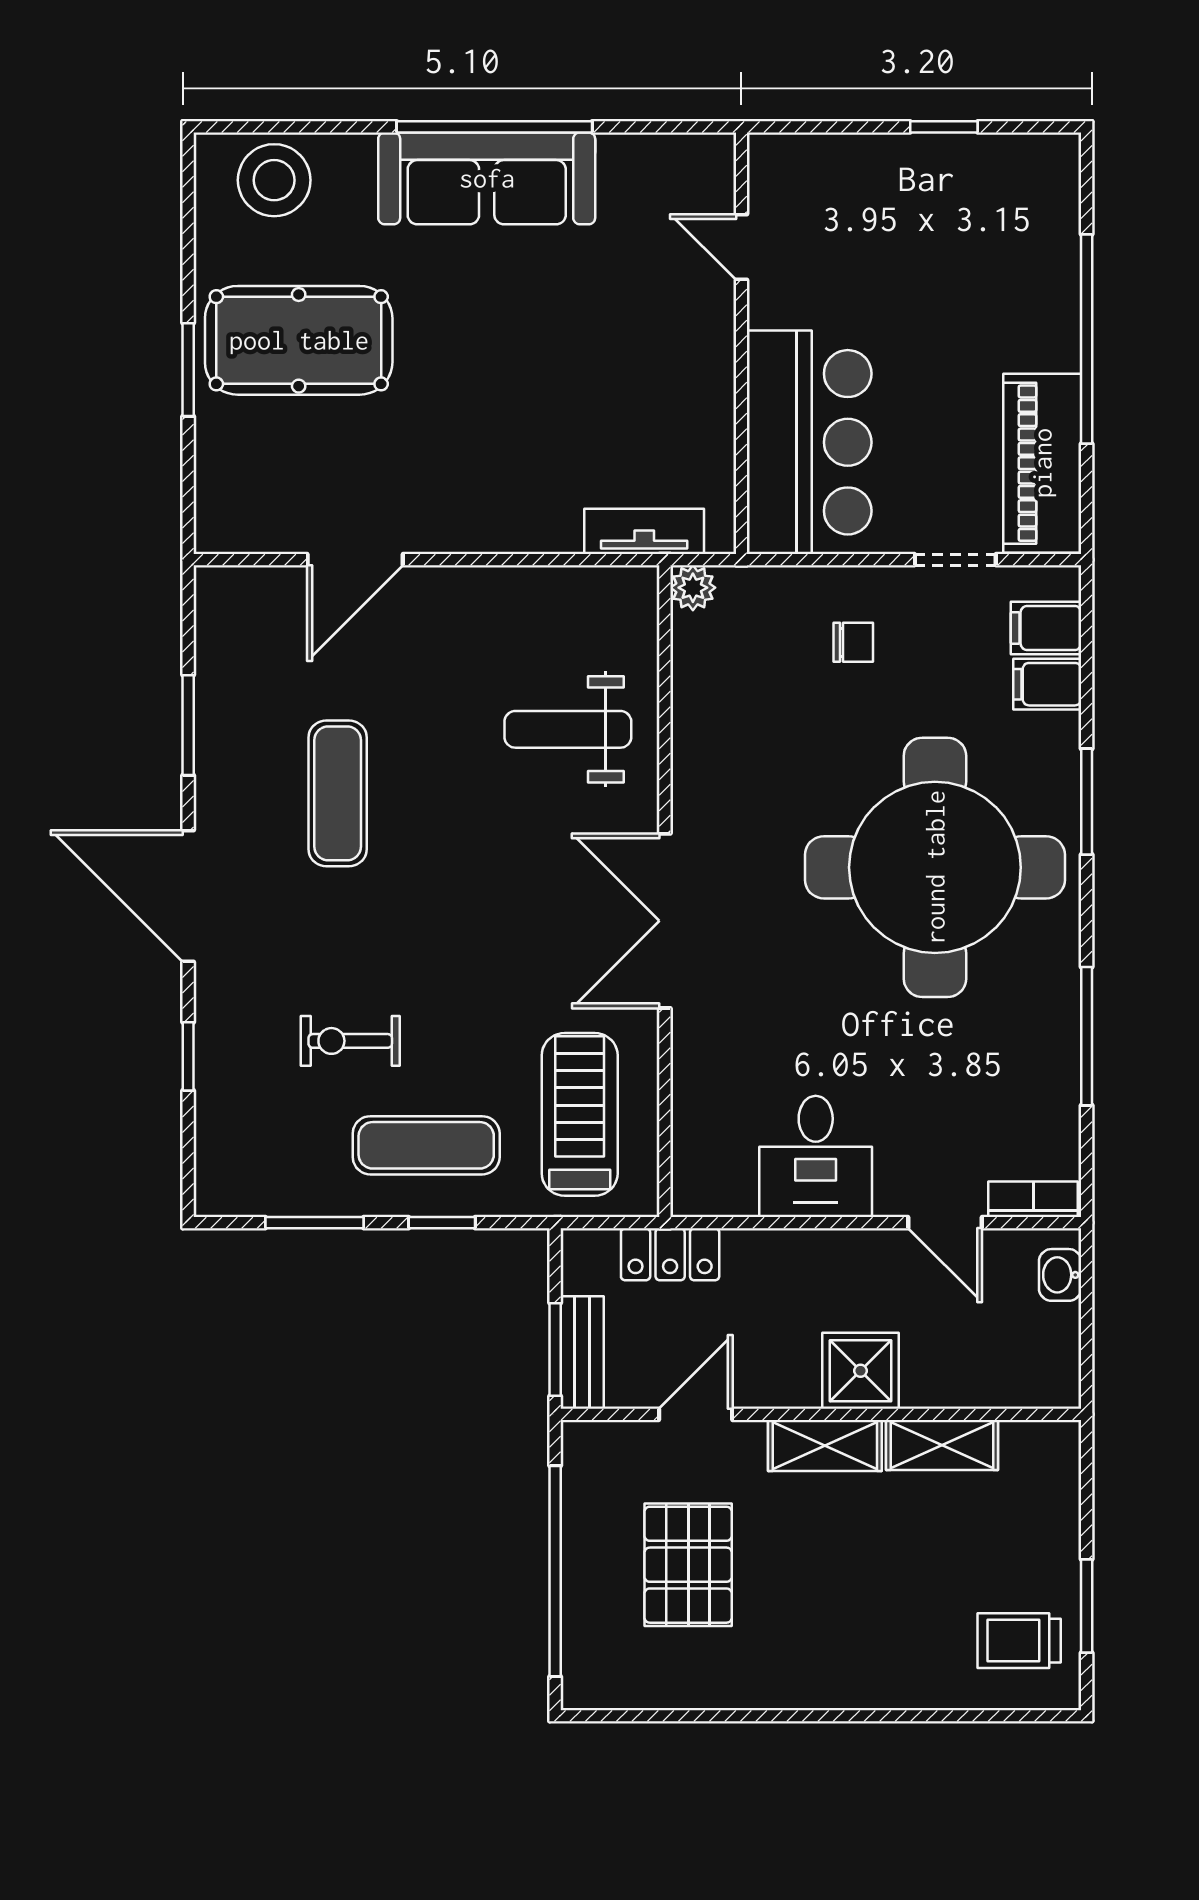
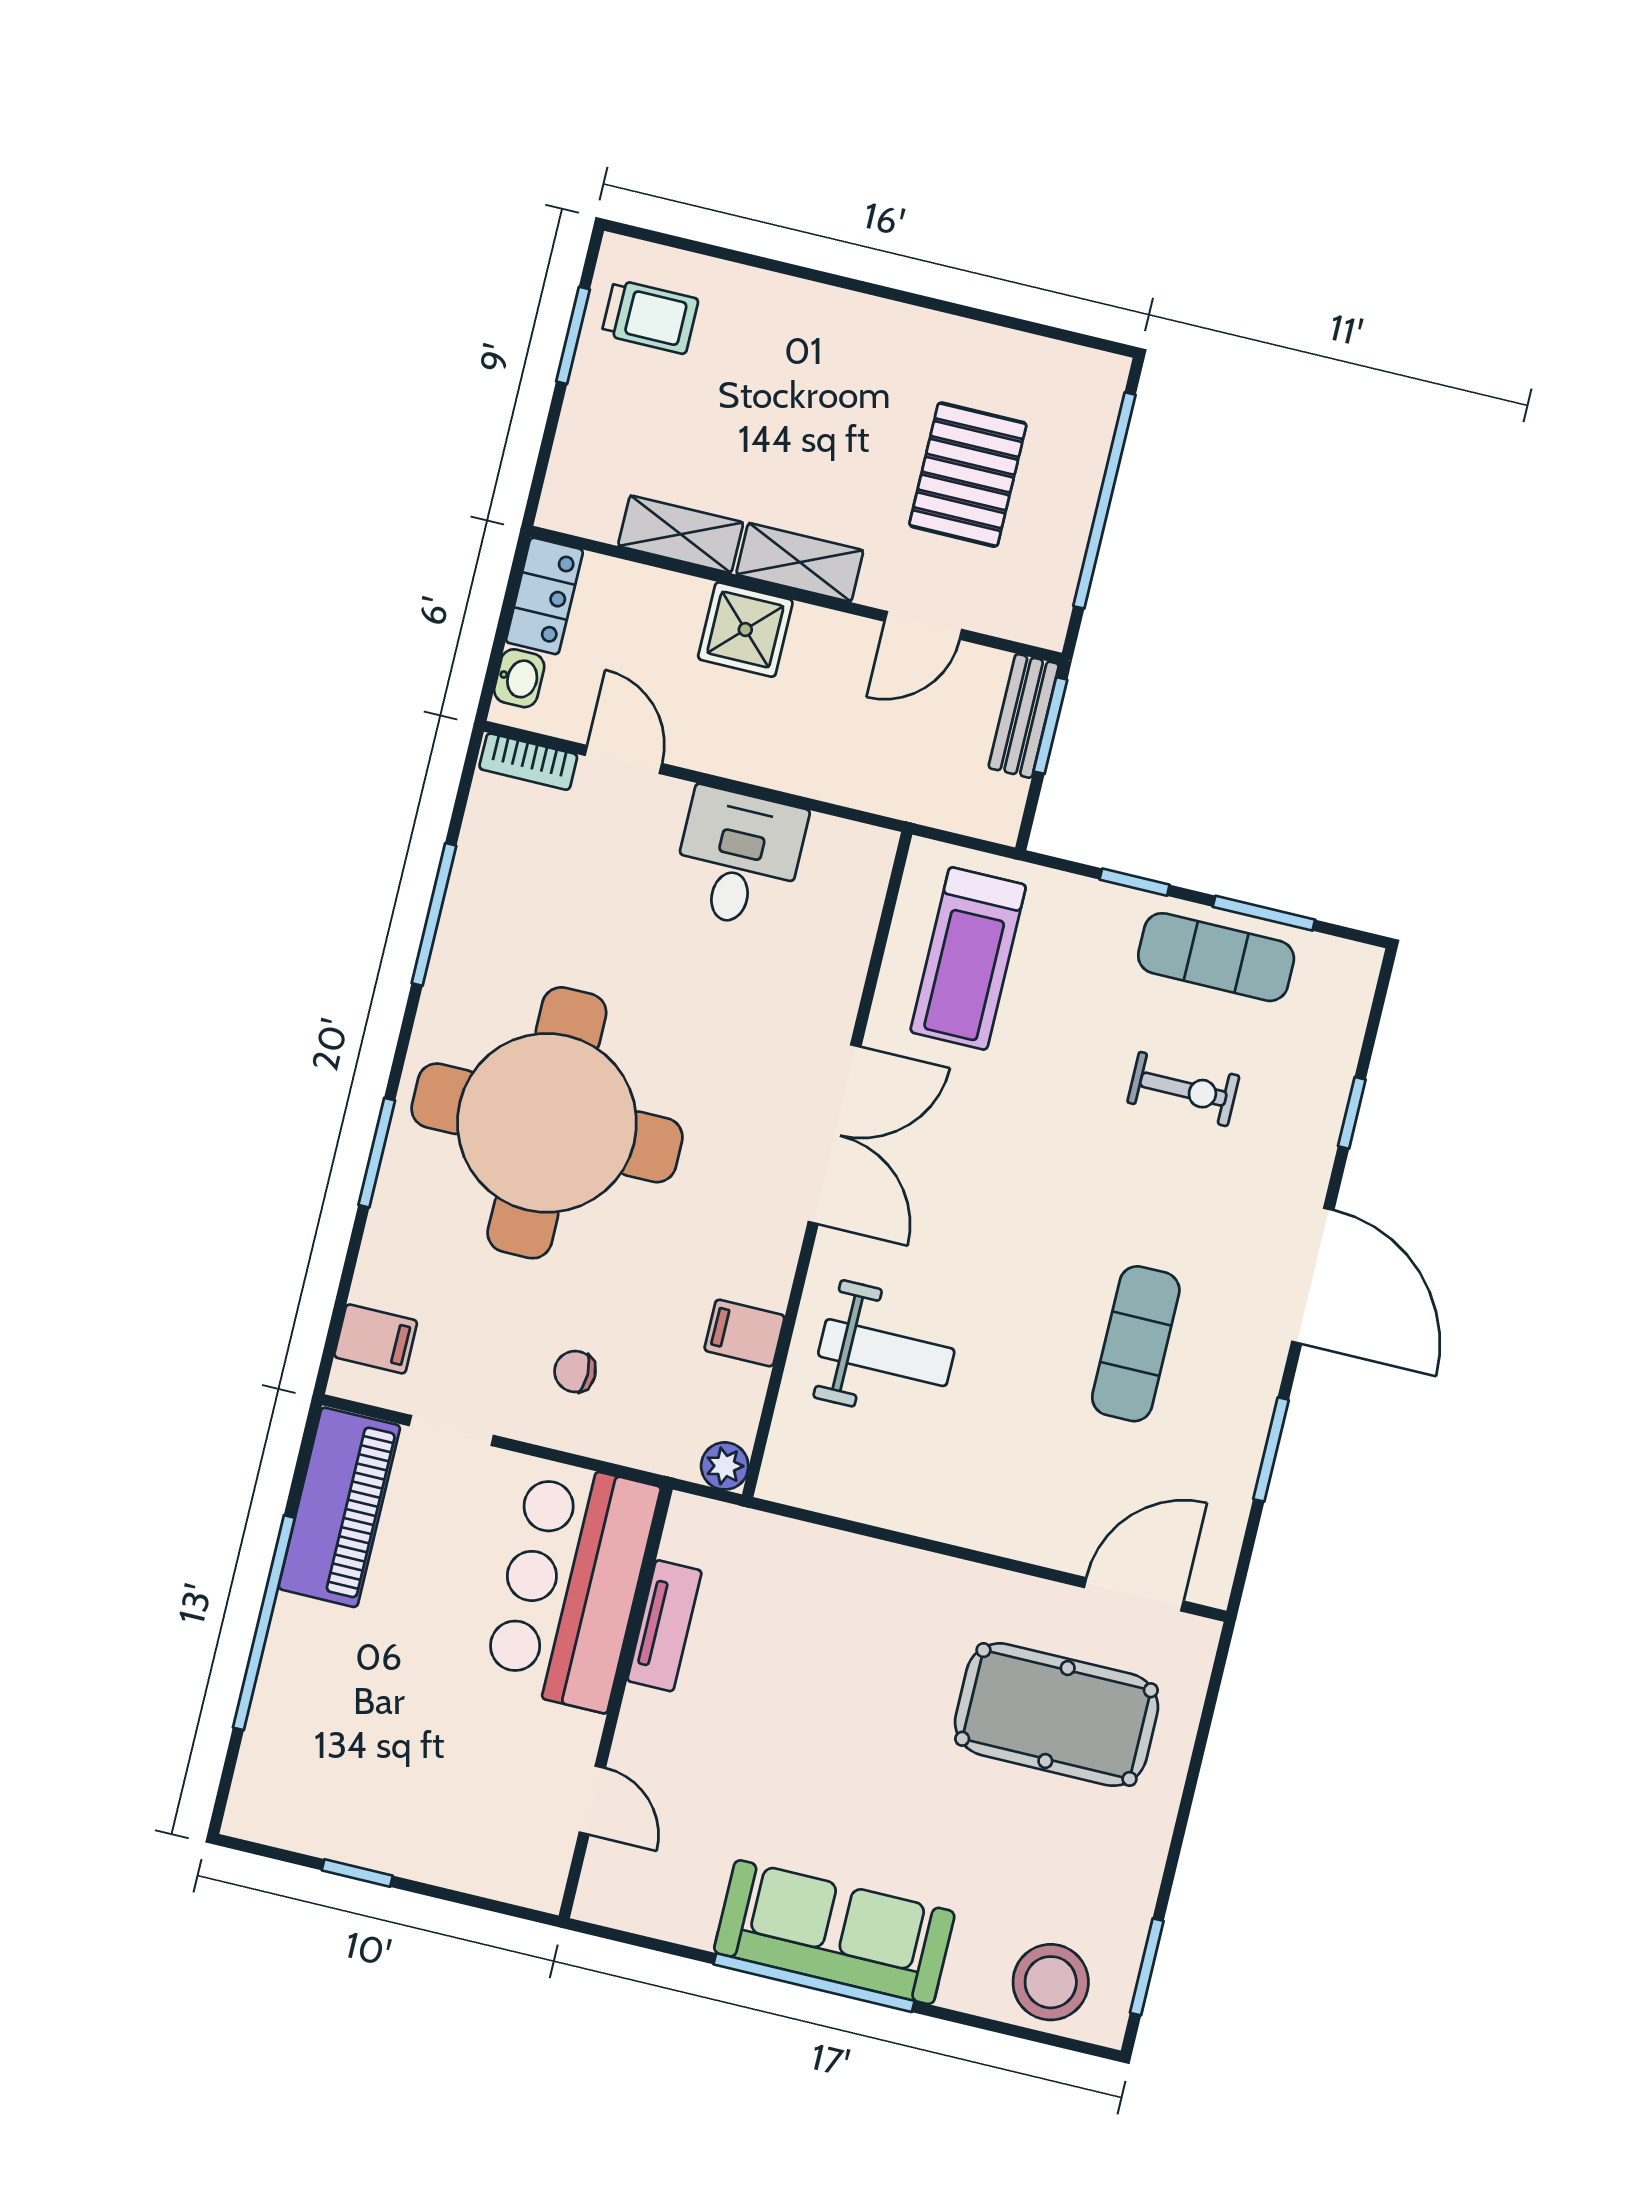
pool table: (299, 340) -> (1057, 1715), moved
window: (188, 370) -> (1147, 1967), moved
tv unit: (644, 531) -> (664, 1626), moved, turned -90
door: (355, 560) -> (1134, 1594), moved
filing cabinet: (1047, 684) -> (744, 1333), moved, turned 180
exercise mat: (426, 1145) -> (1216, 957), moved
locker: (670, 1254) -> (544, 596), moved, turned 90

